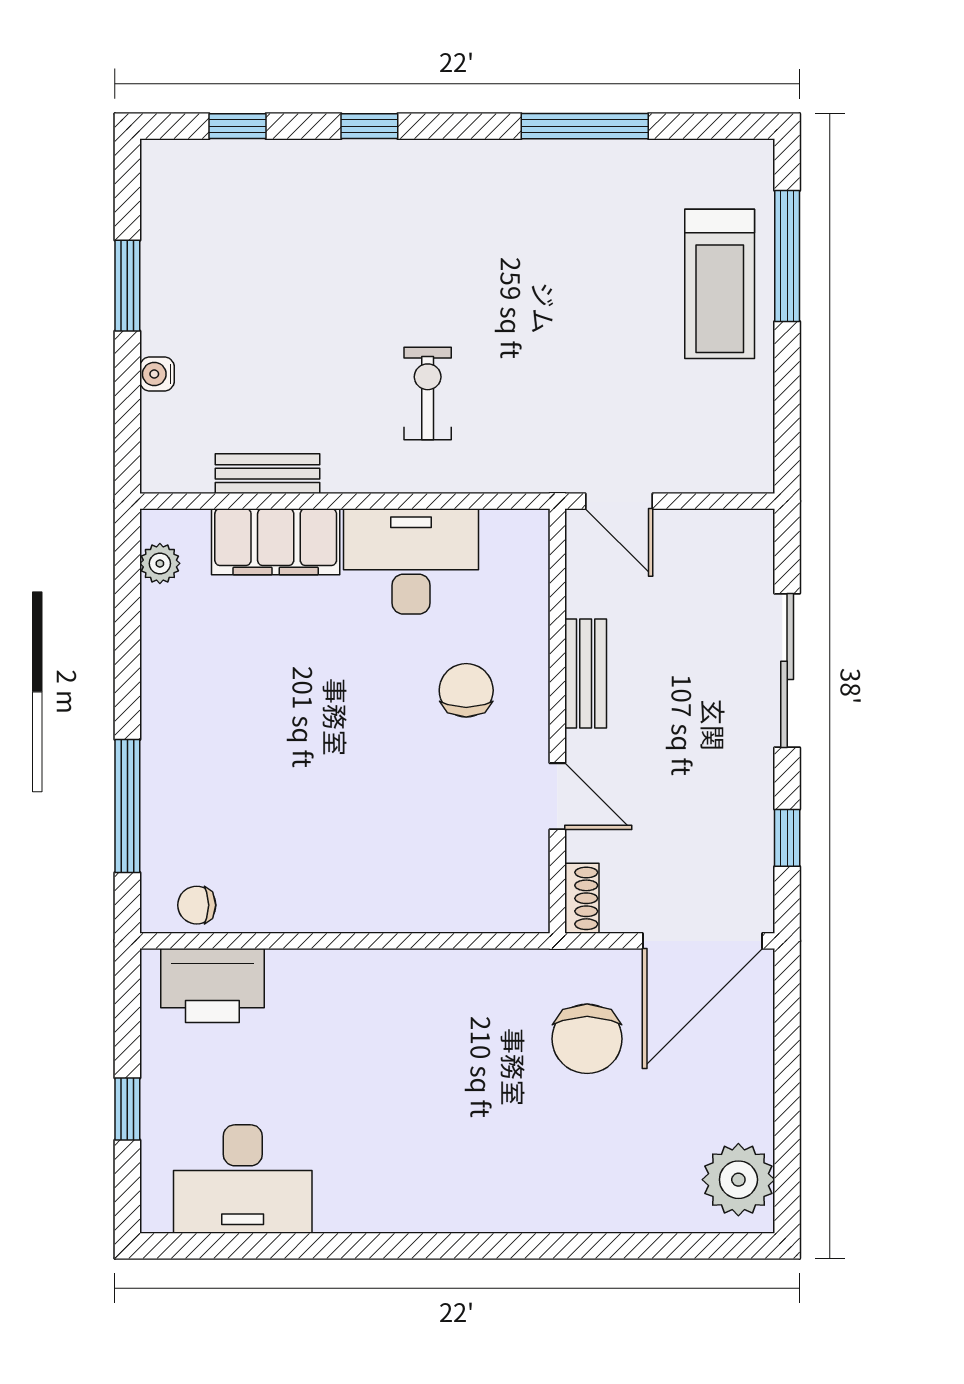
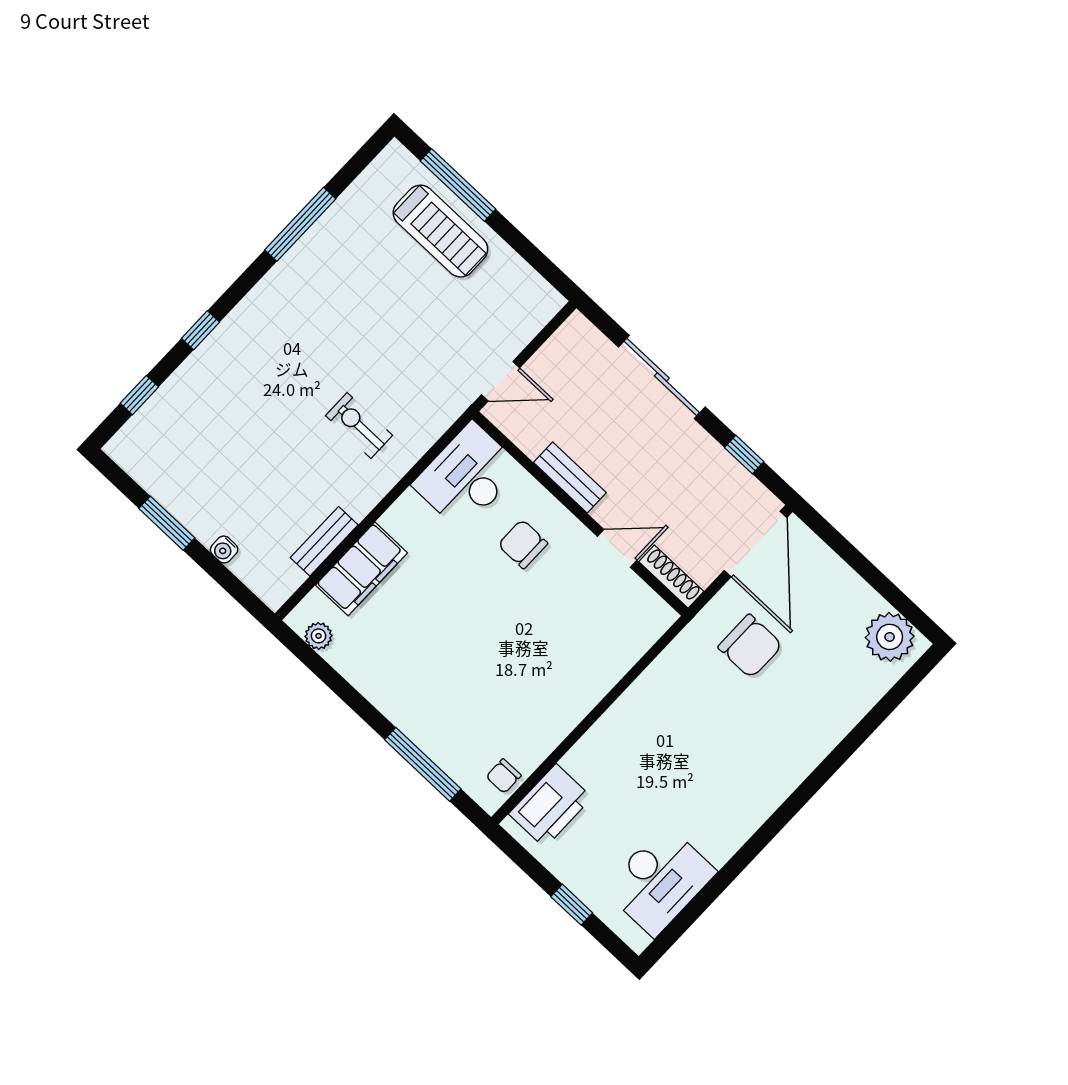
desk: (411, 561) -> (467, 476), moved
shoe rack: (582, 898) -> (671, 577), width x1.43

